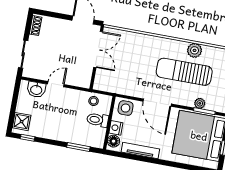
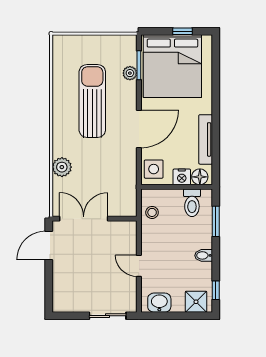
shoe rack: (36, 26) -> (67, 306), removed
plant: (195, 50) -> (62, 167), moved
sun lounger: (184, 72) -> (92, 101), turned 180
washbasin: (36, 90) -> (159, 303), moved, turned -90
toilet: (98, 120) -> (192, 203), moved
bidet: (55, 133) -> (204, 255), added

